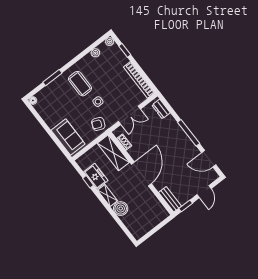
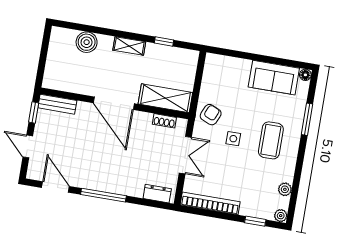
coffee table: (80, 84) -> (271, 140), turned 90
double door: (129, 115) -> (185, 155), swing flipped
sofa: (68, 137) -> (274, 78), moved
door: (209, 159) -> (55, 187), hinge flipped
freezer: (96, 176) -> (161, 55), removed
boiler: (121, 209) -> (87, 42), moved

